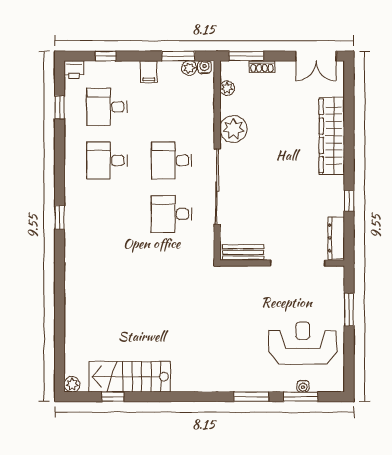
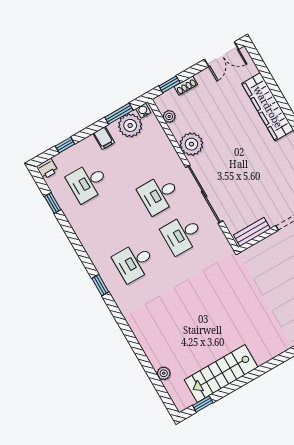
window: (246, 56) -> (170, 84), width x0.67
plant: (189, 68) -> (130, 125), width x1.87, depth x1.87
desk: (107, 160) -> (134, 262), moved
plant: (72, 384) -> (164, 373), moved
window: (113, 397) -> (203, 404), moved

